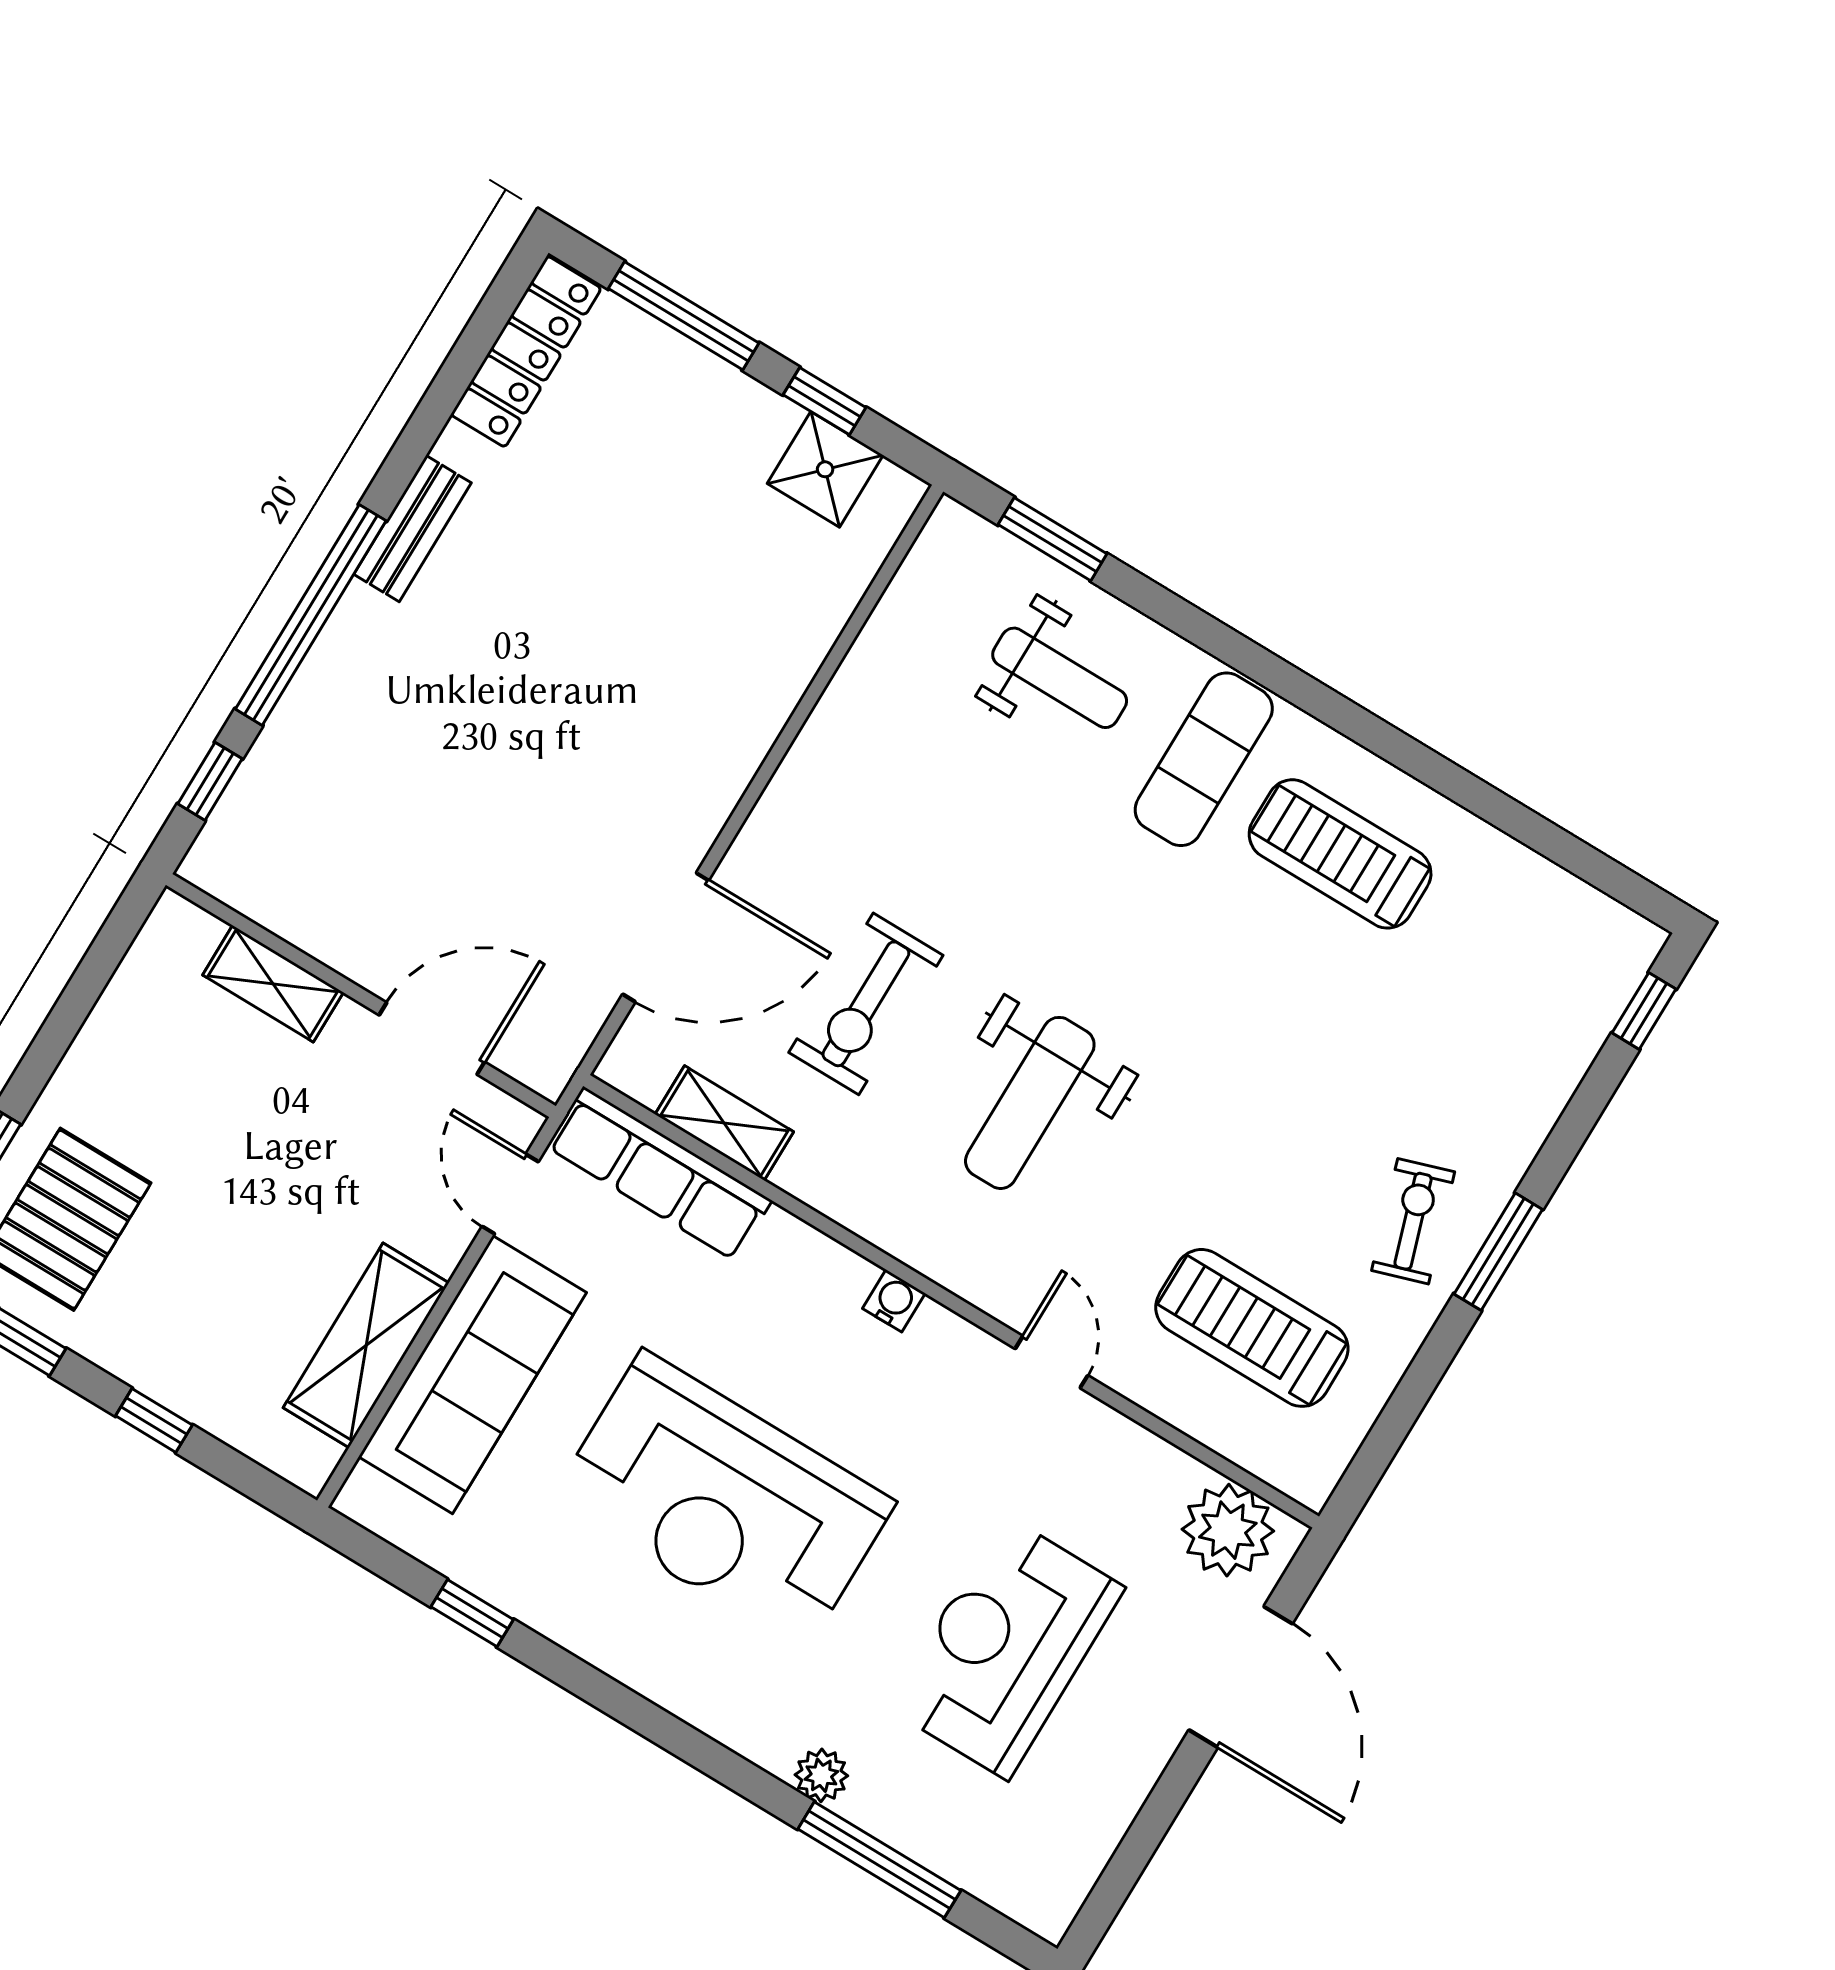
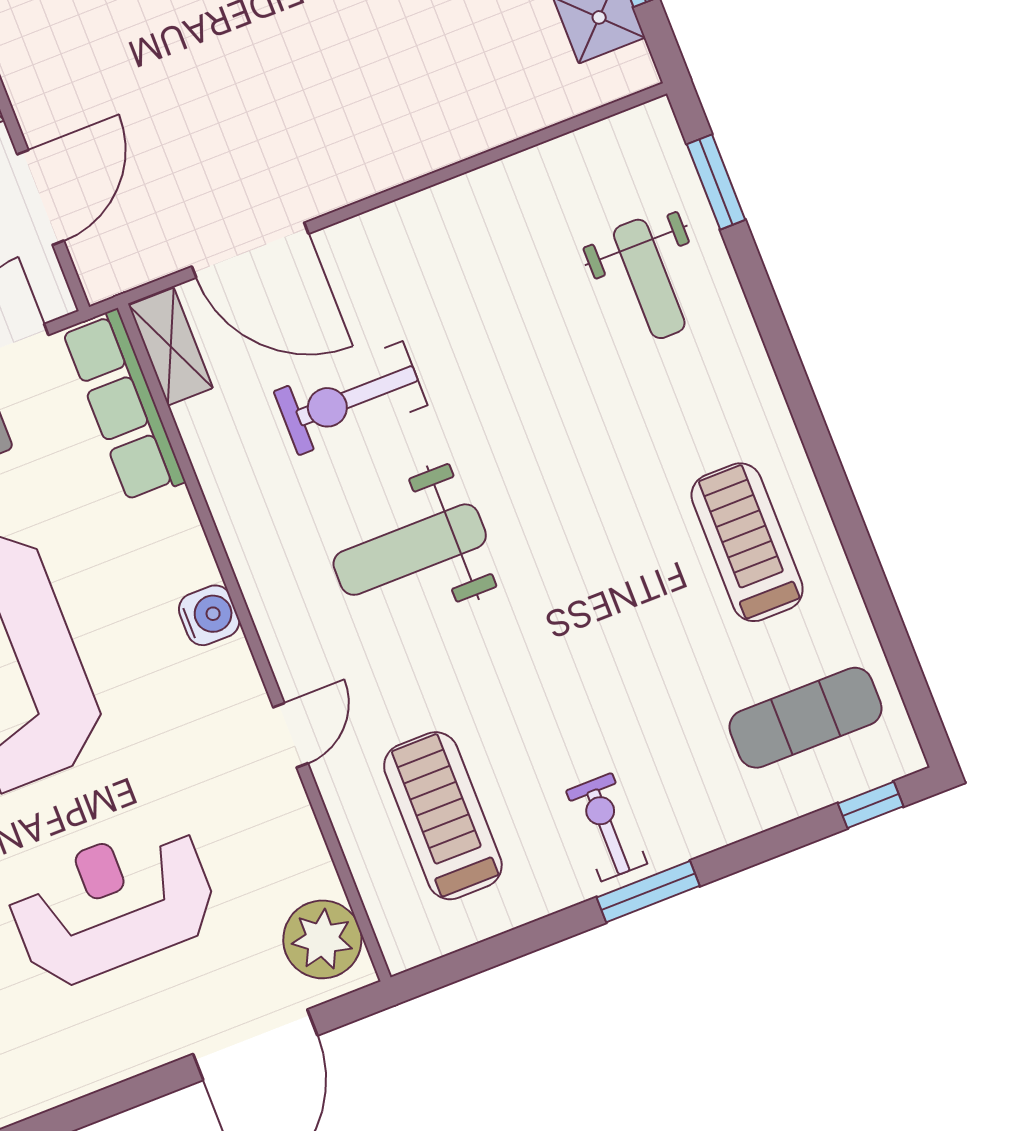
exercise mat: (1204, 759) -> (805, 718), moved
door: (432, 1039) -> (40, 197), hinge flipped
shelving: (724, 1123) -> (171, 347), moved
exercise bike: (1413, 1221) -> (607, 827), turned -72
water cooler: (894, 1301) -> (209, 615), width x1.38, depth x1.38

